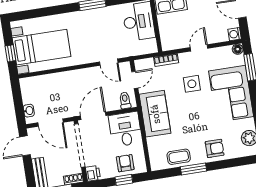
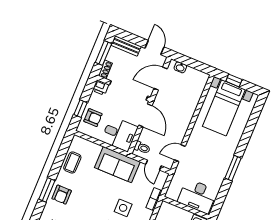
window: (193, 169) -> (47, 190), moved

